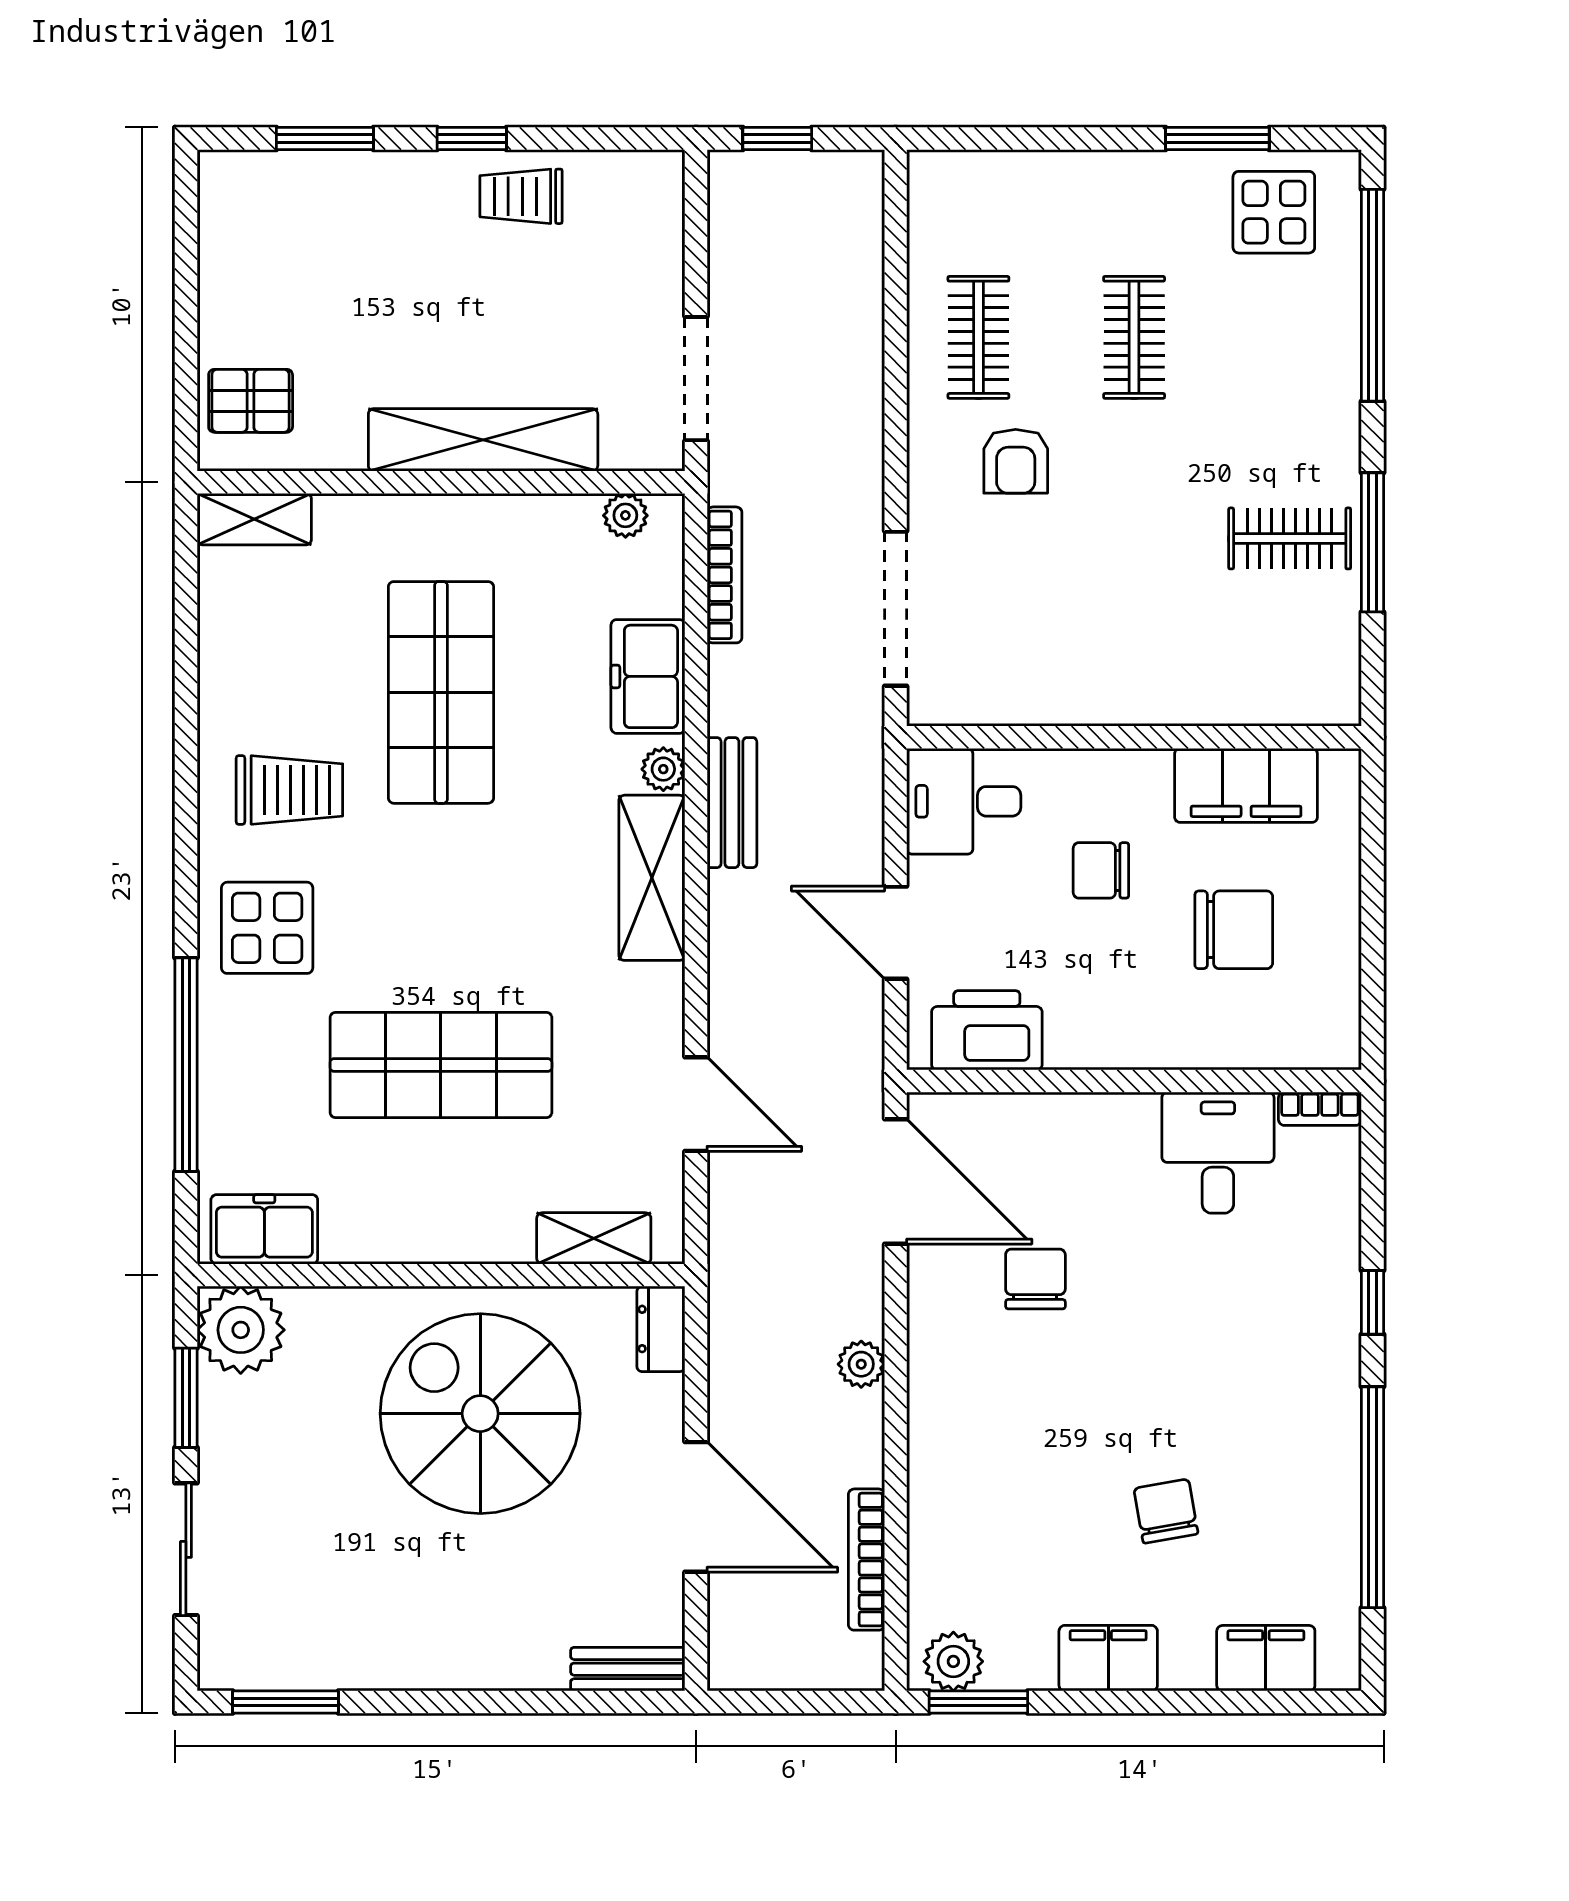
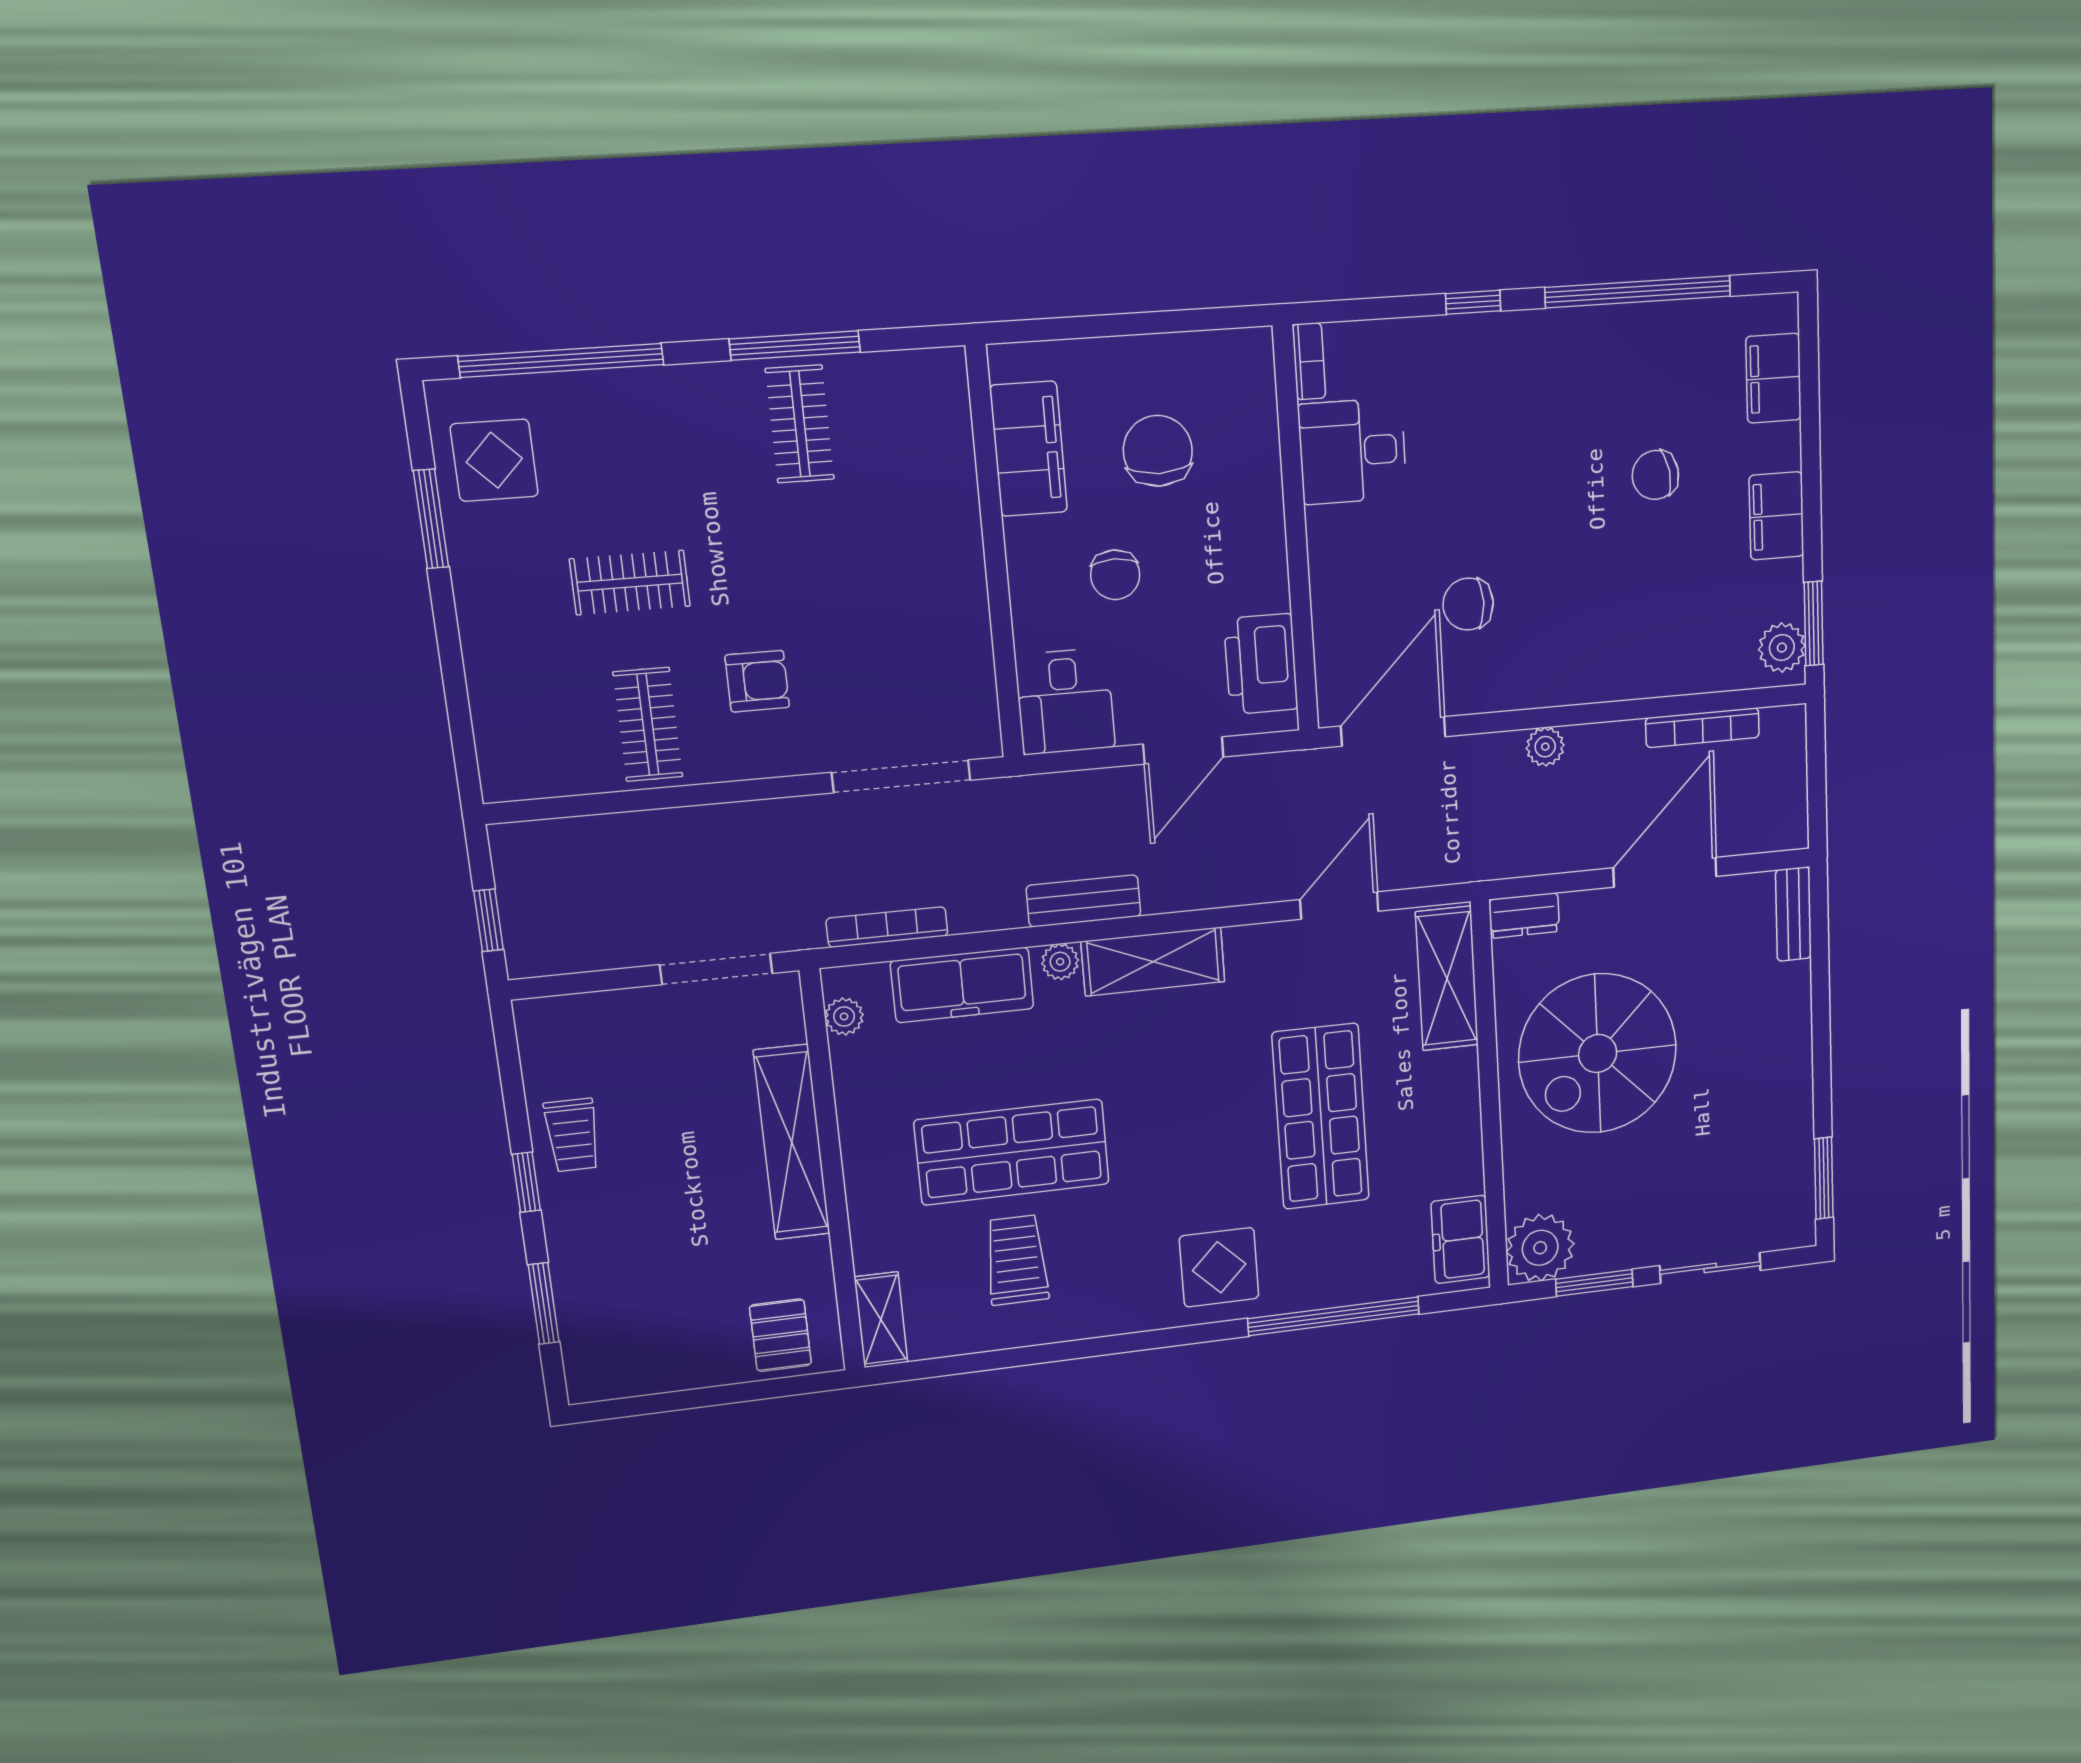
clothes rail: (978, 337) -> (648, 724), turned 90
freezer: (648, 676) -> (962, 985), width x1.40
trolley: (289, 790) -> (1017, 1260), moved
shelving: (594, 1238) -> (1447, 979), width x1.50, depth x1.33

